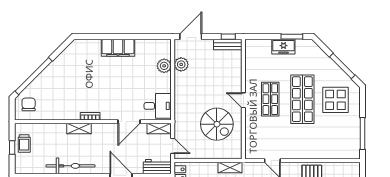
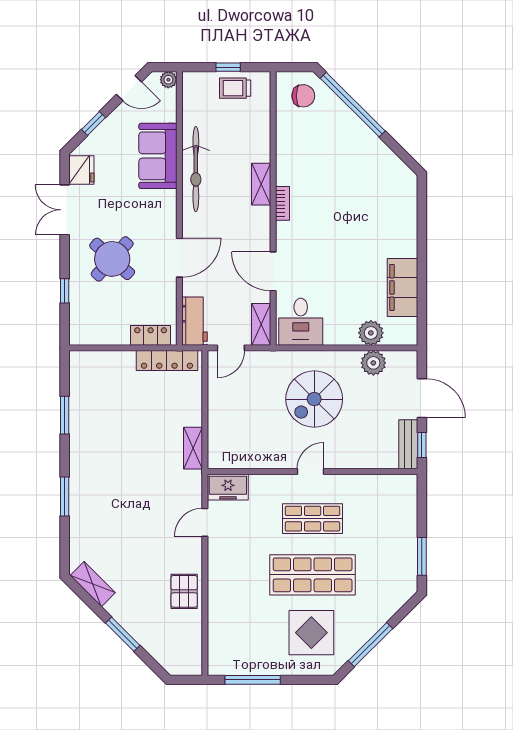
door: (191, 37) -> (422, 398), moved
freezer: (283, 47) -> (228, 487), moved, turned -90
filing cabinet: (118, 48) -> (402, 287), moved
spiral stairs: (217, 124) -> (314, 399), moved

